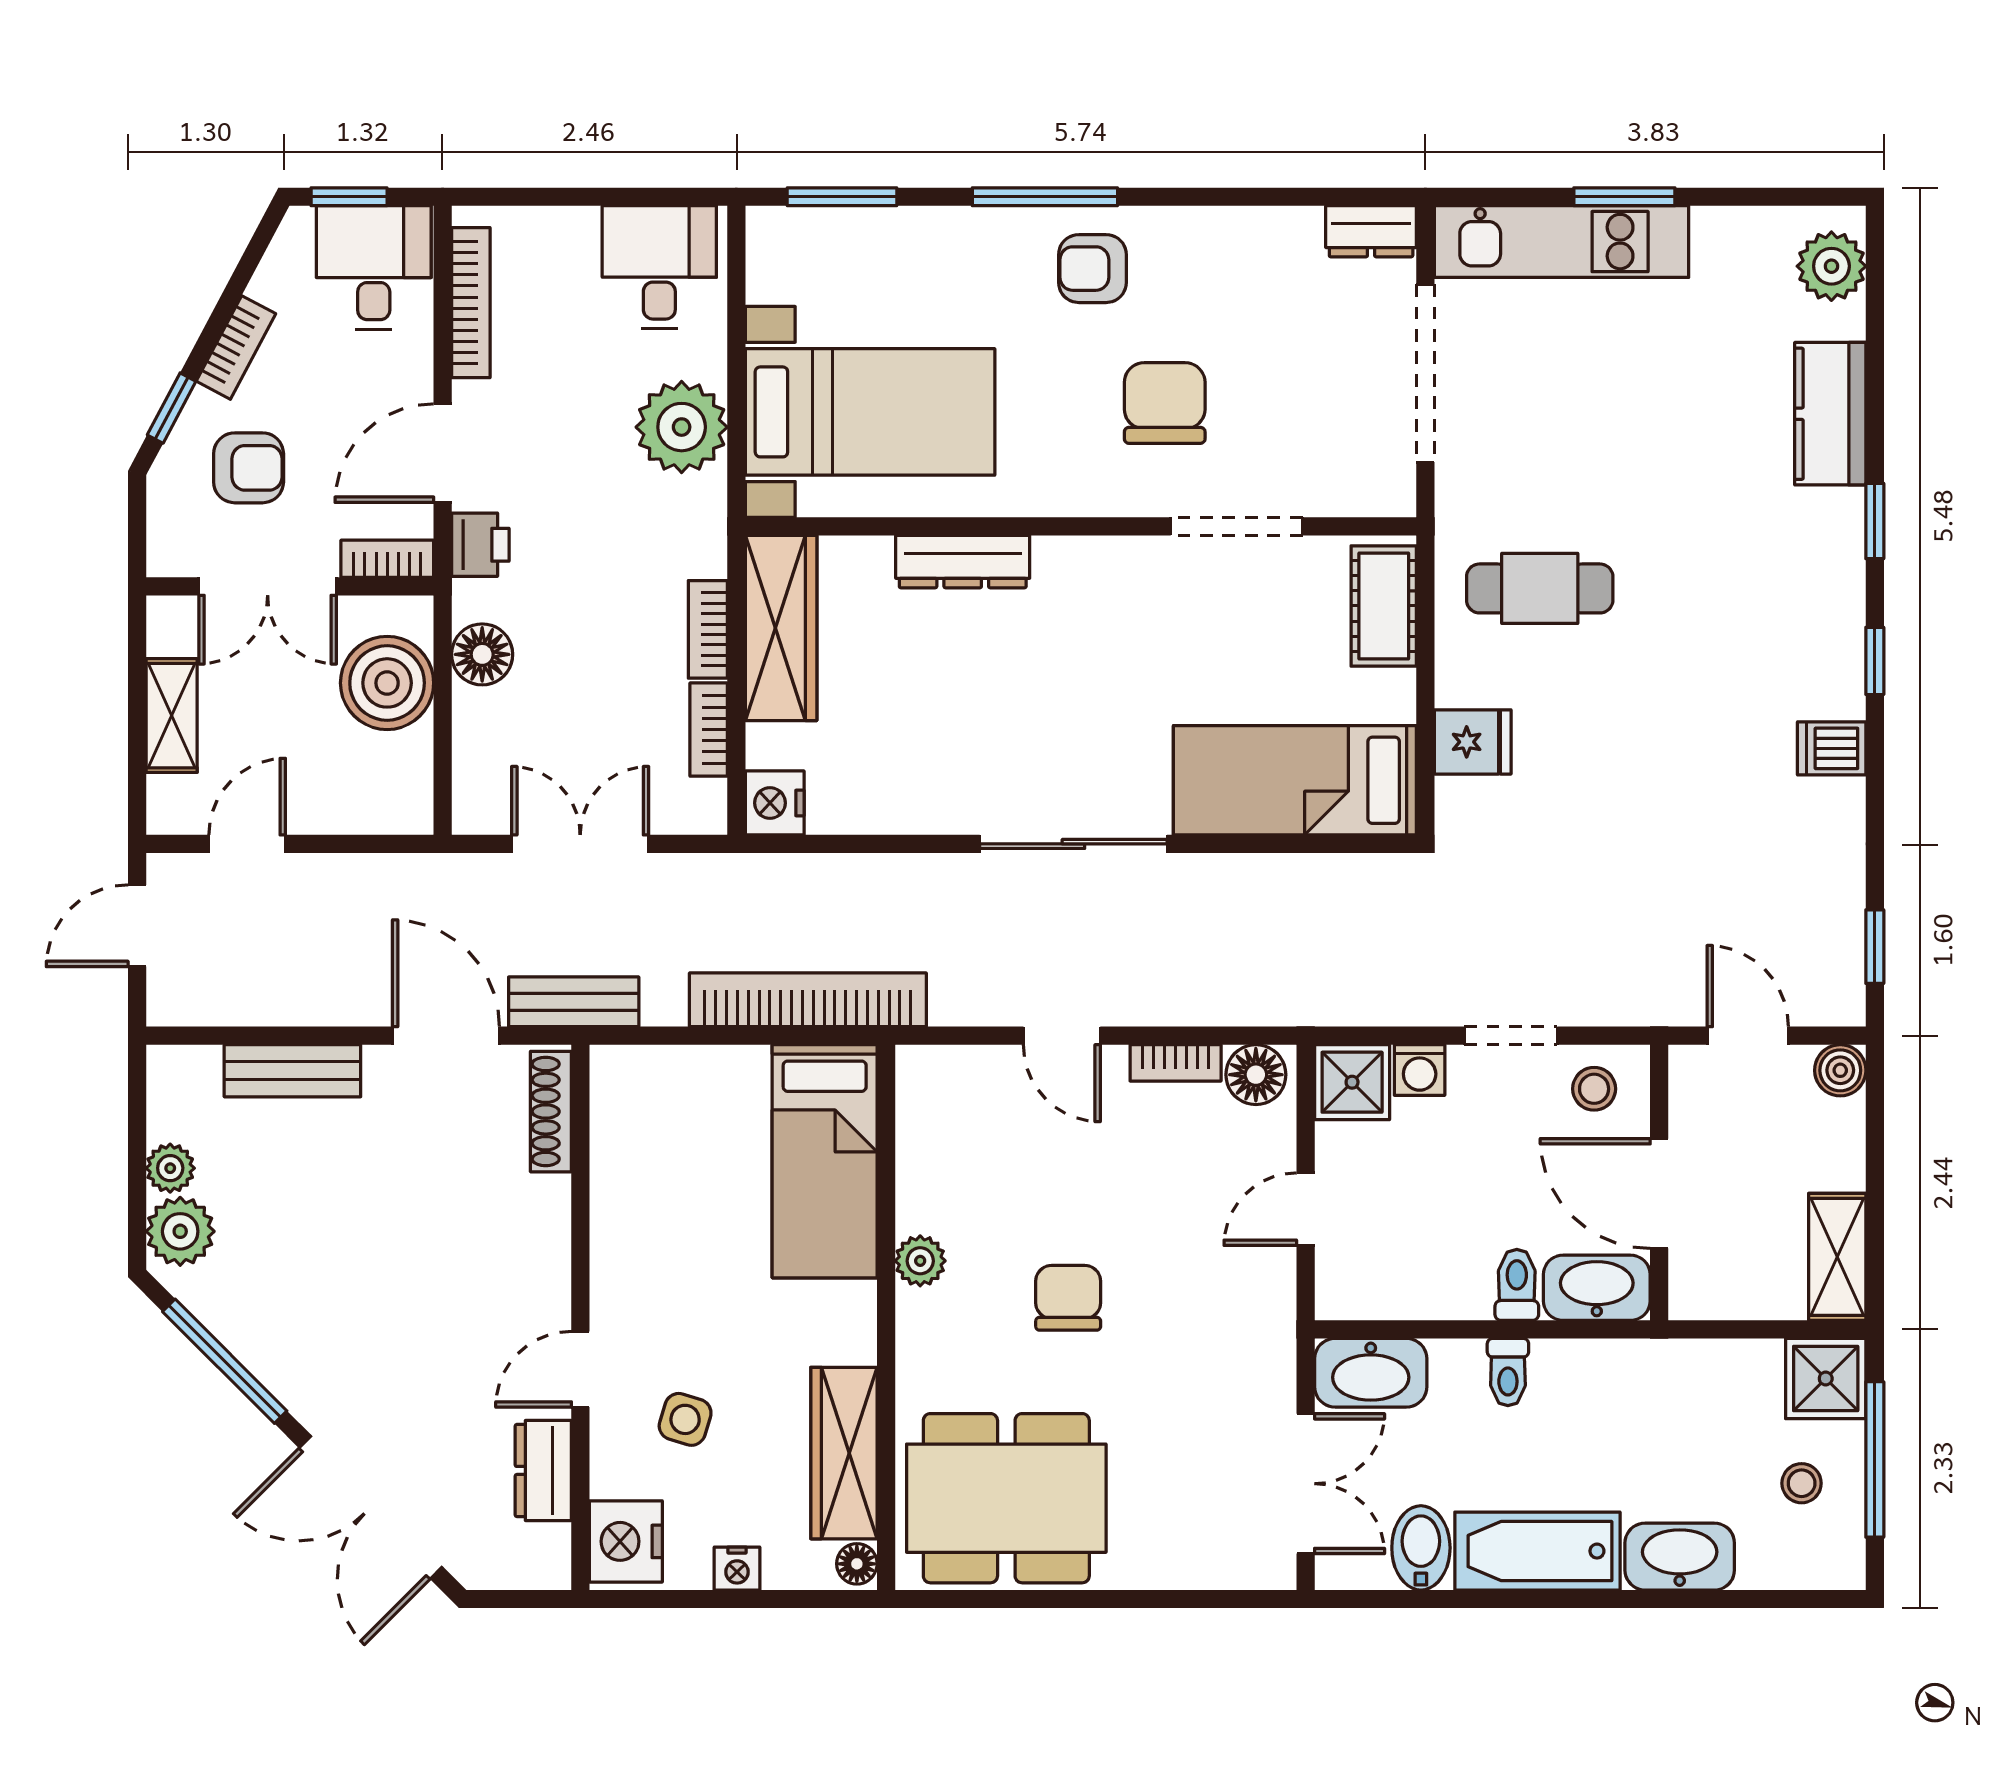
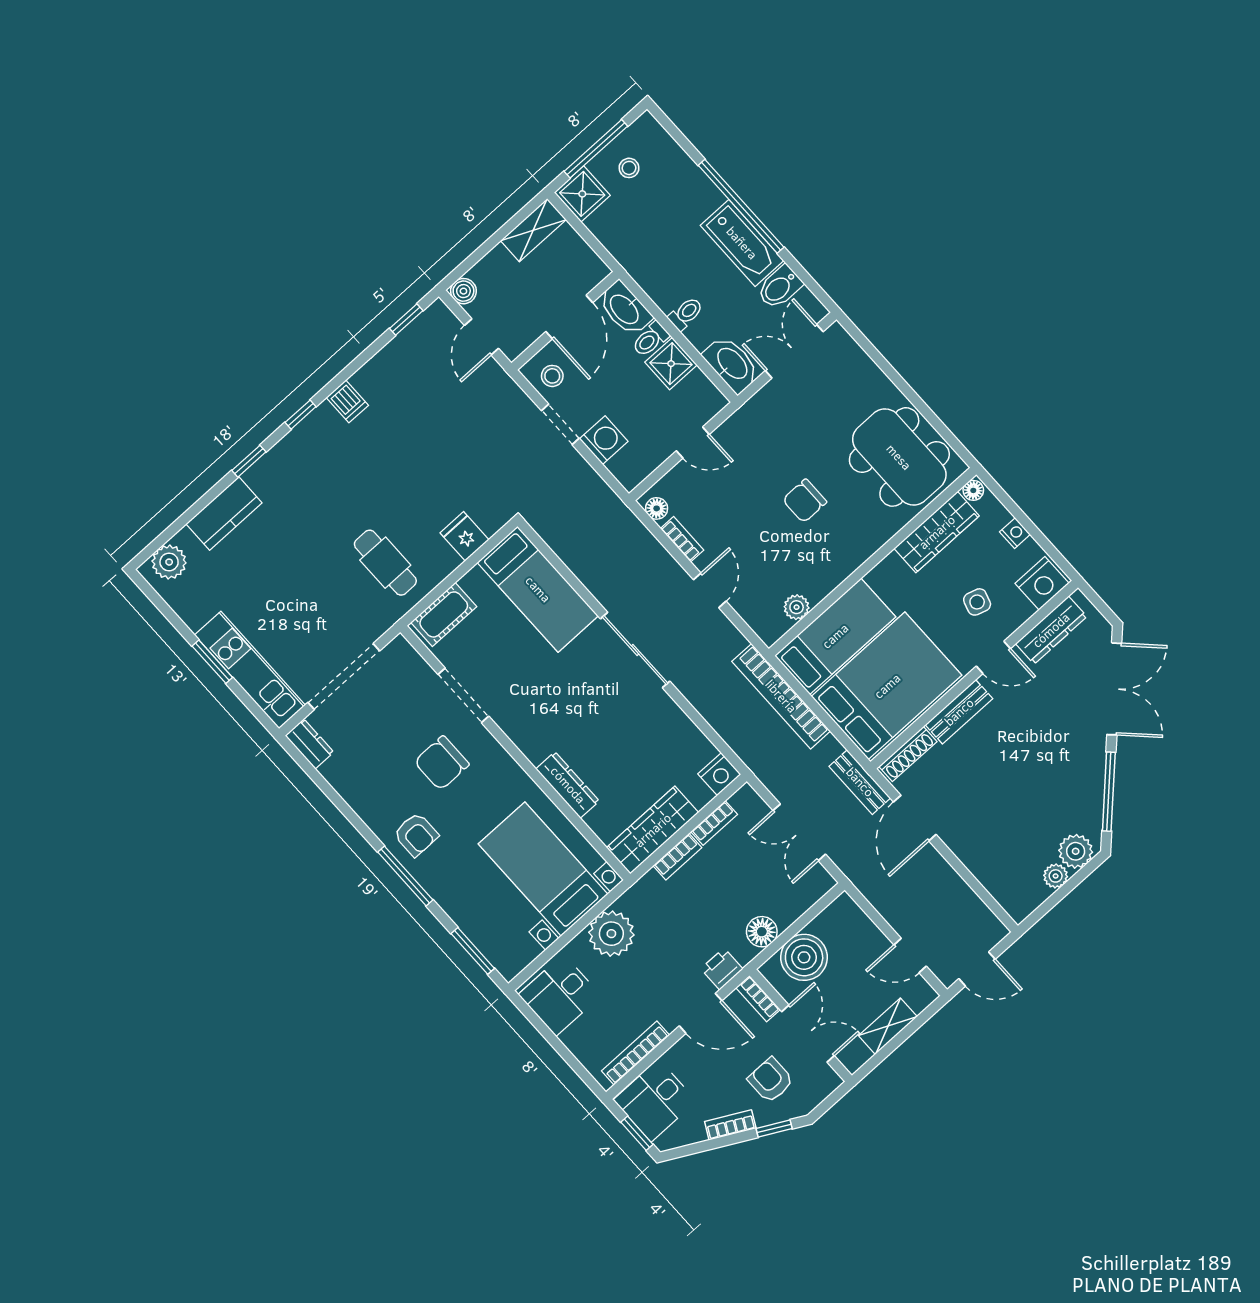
washing machine: (1420, 1070) -> (604, 440), width x1.38, depth x1.38
bench: (292, 1071) -> (959, 712), moved, turned 90
floor lamp: (1256, 1075) -> (657, 508), width x0.73, depth x0.73
shower: (1352, 1082) -> (671, 364), moved
bed: (682, 1172) -> (887, 686), added
plant: (920, 1261) -> (797, 607), moved
dresser: (543, 1470) -> (1051, 630), width x1.44
washbasin: (1680, 1557) -> (697, 189), removed
window: (1594, 1599) -> (741, 206), added

